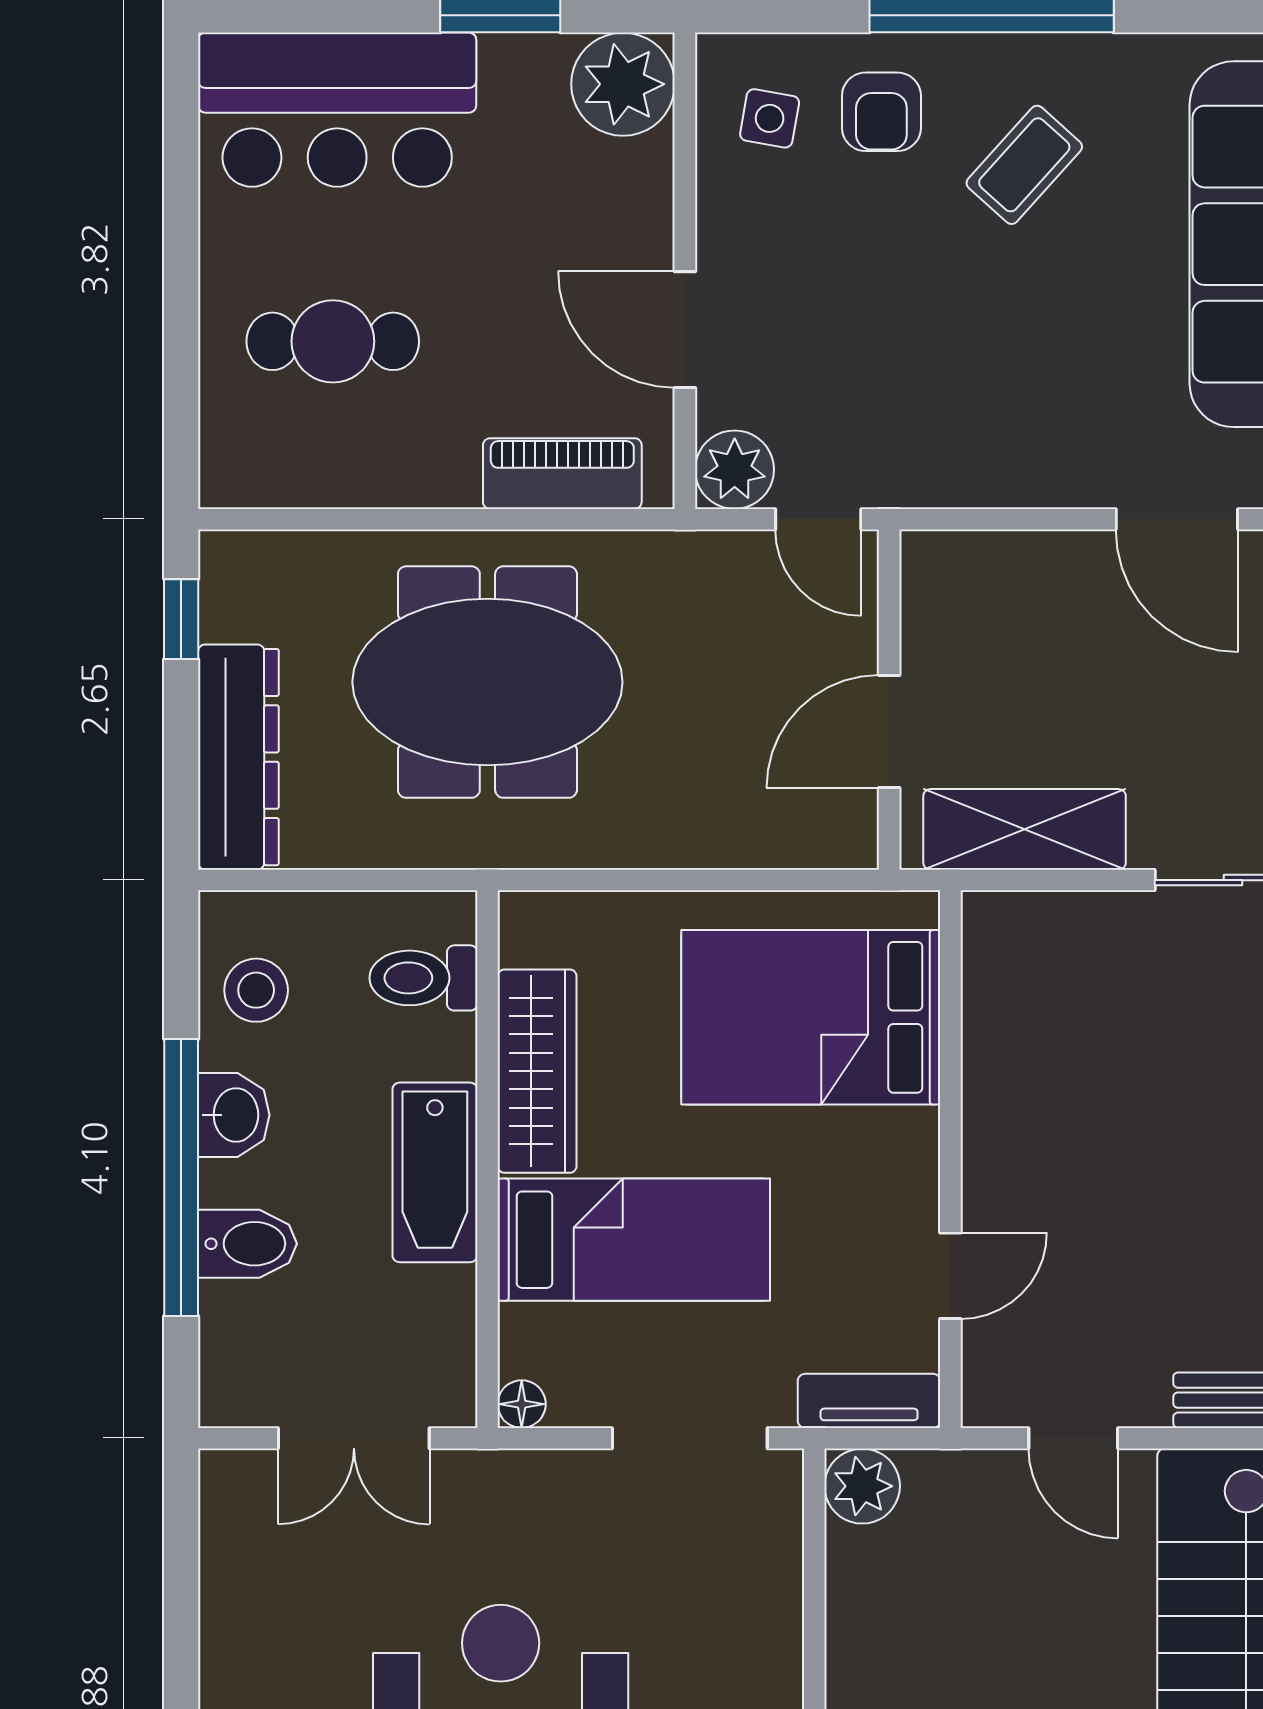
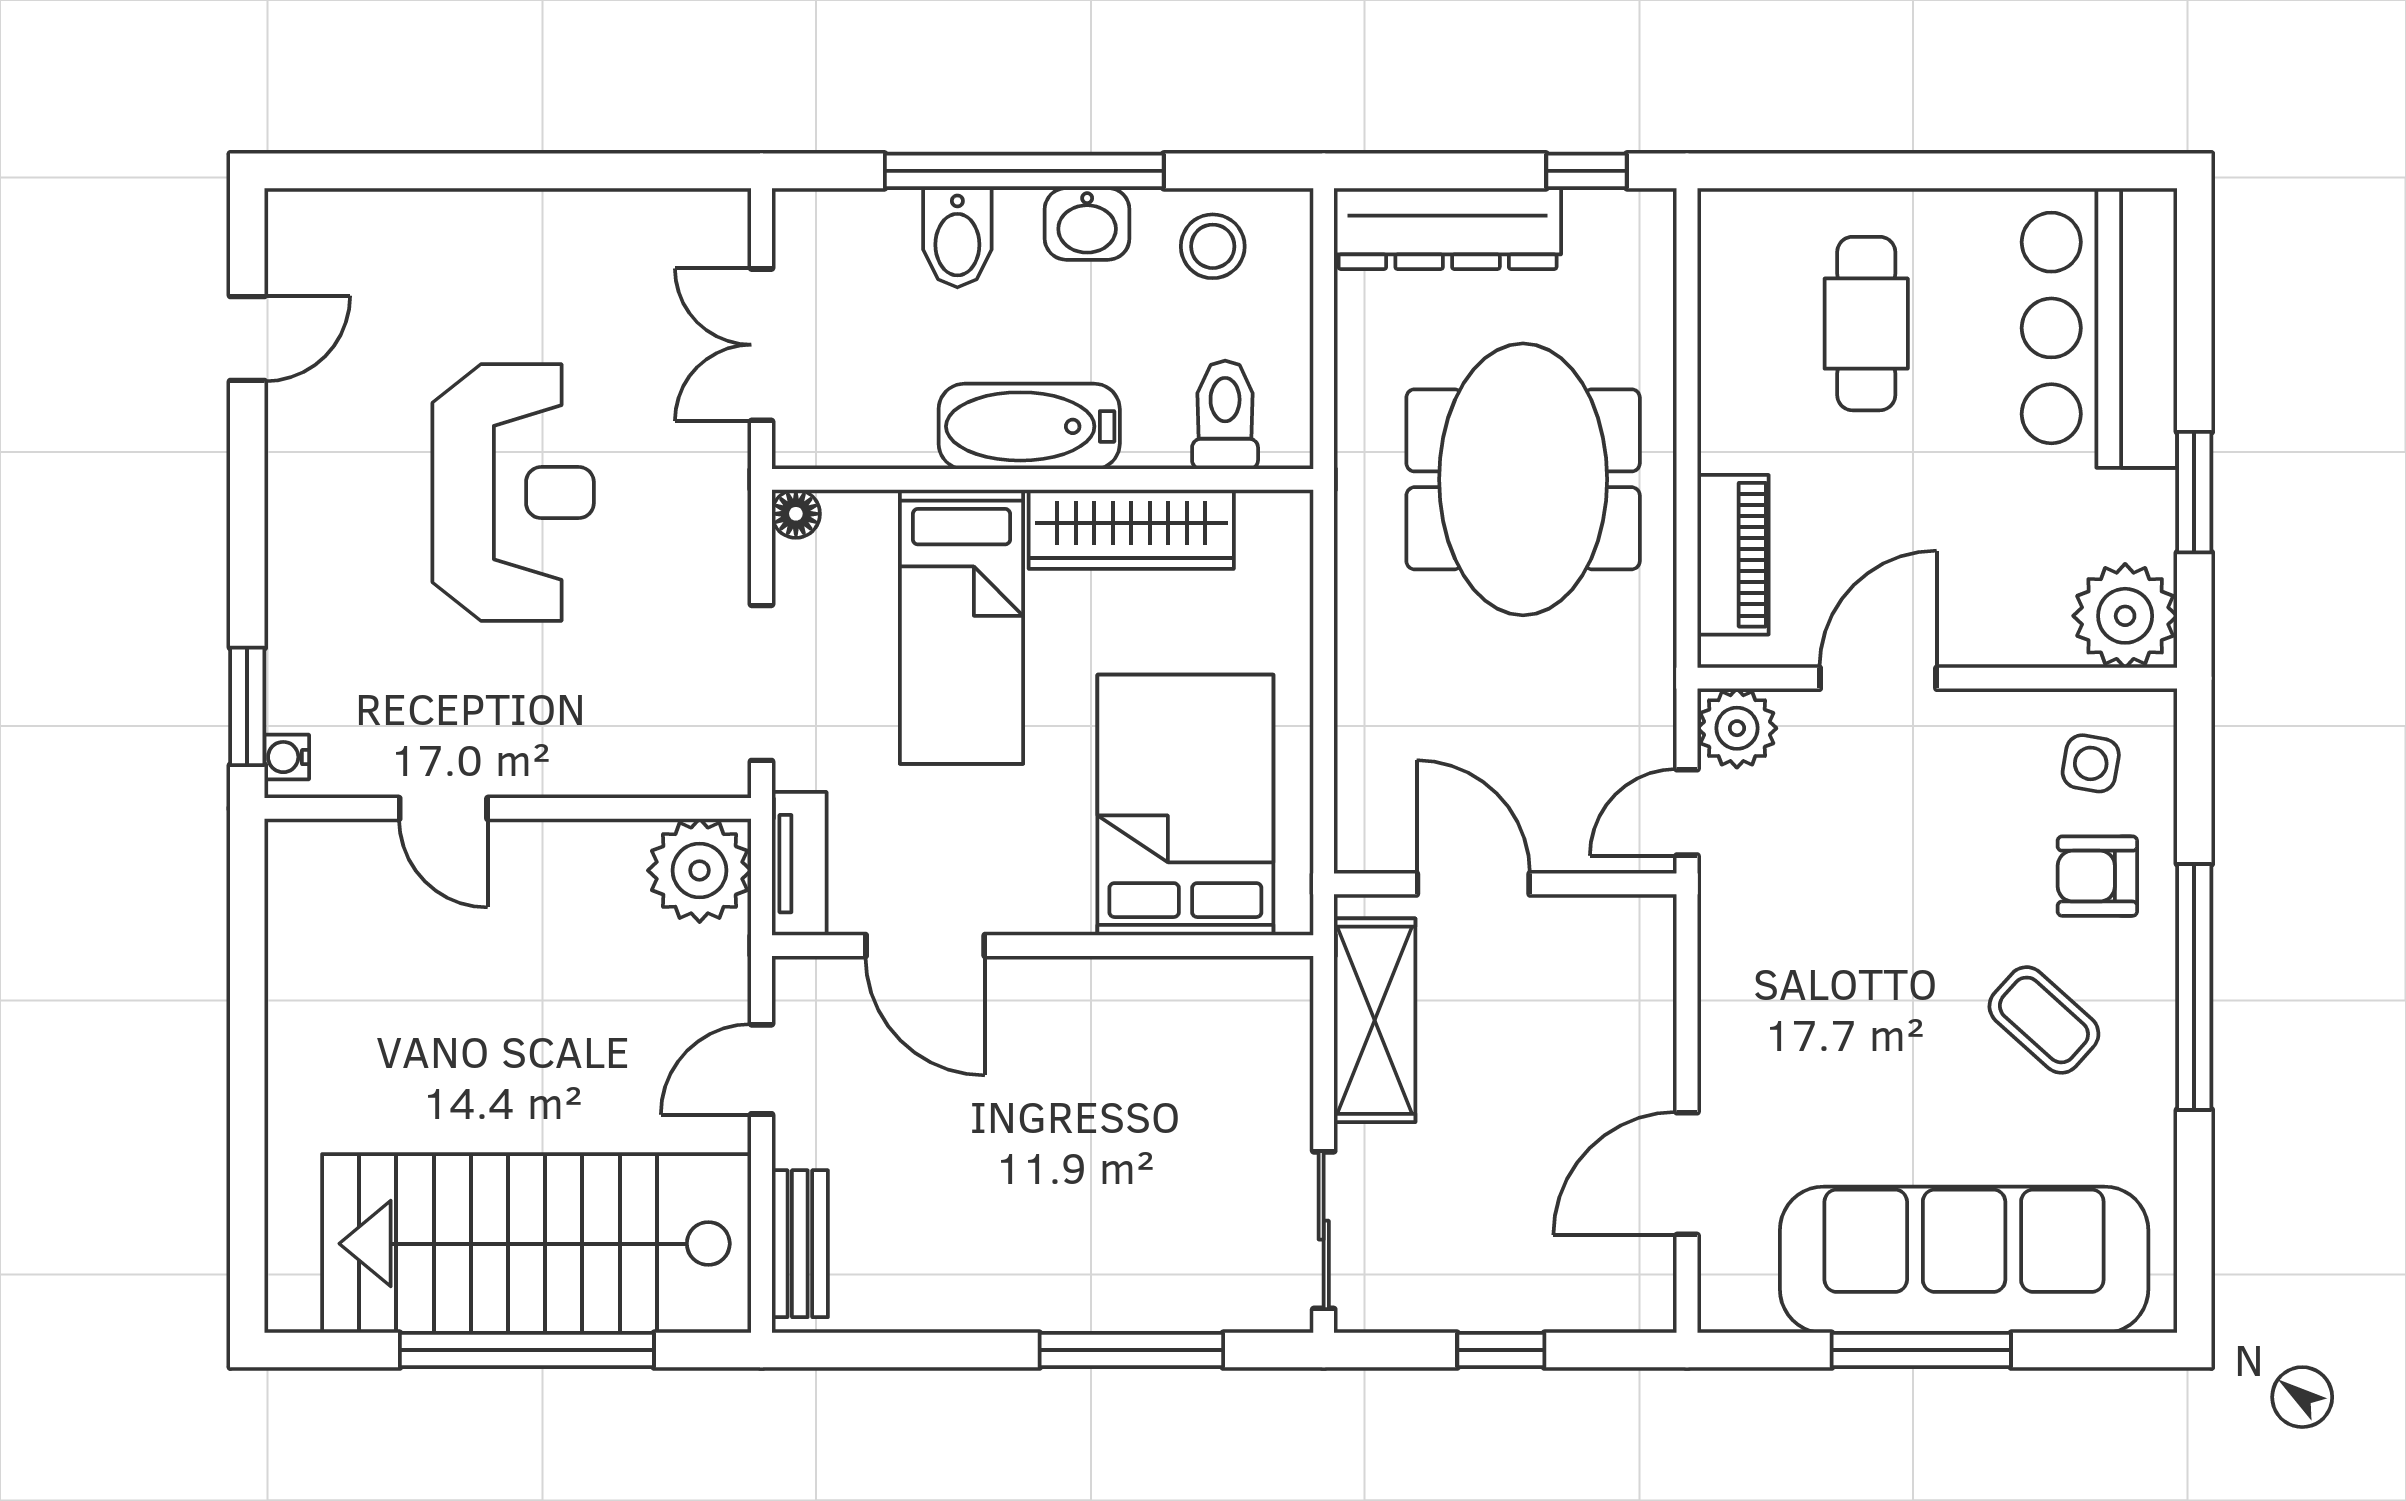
door: (950, 1276) -> (925, 946), width x1.38
plant: (862, 1486) -> (700, 870), width x1.36, depth x1.36

